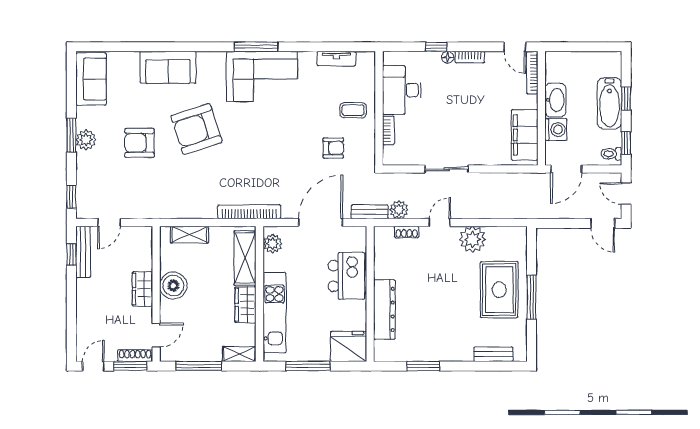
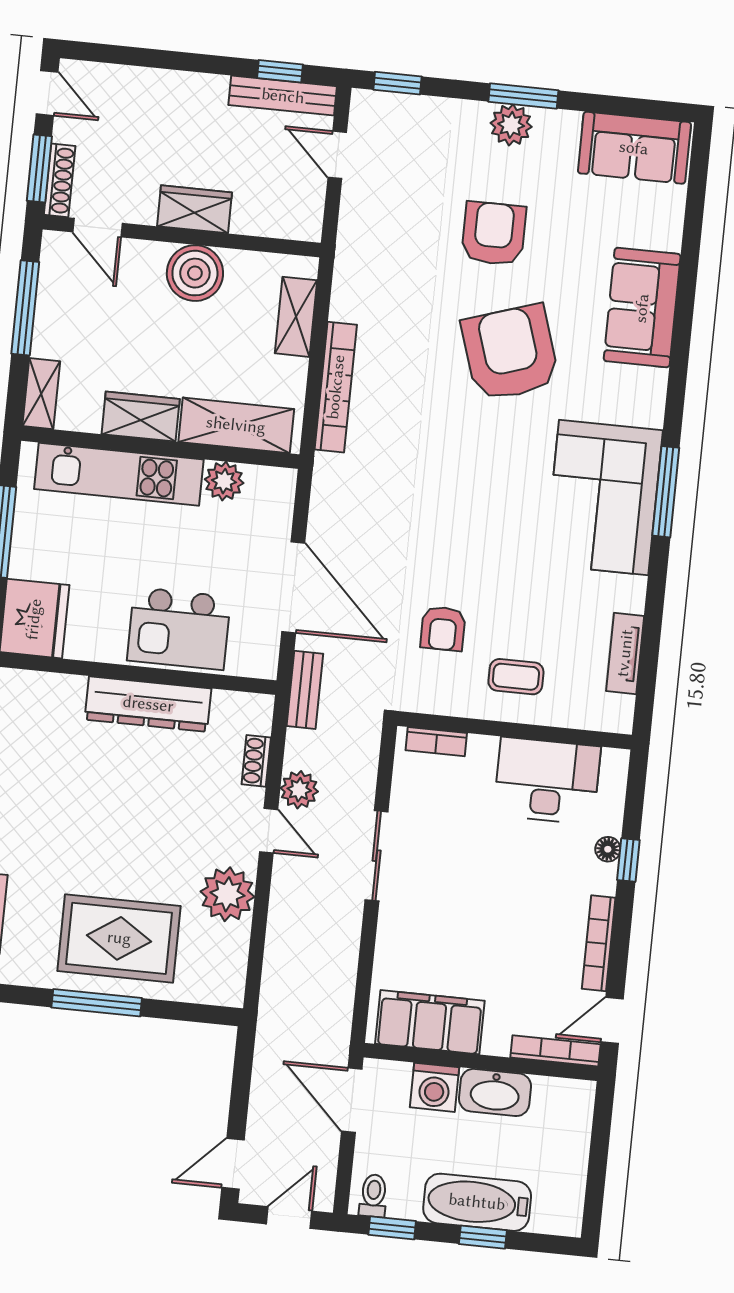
floor lamp: (448, 57) -> (608, 849), moved
bookcase: (470, 57) -> (599, 943), width x1.56
coffee table: (353, 110) -> (516, 677), turned 90
bookcase: (388, 130) -> (436, 742), moved
plant: (399, 210) -> (299, 790), moved
bookcase: (249, 212) -> (336, 387), moved
plant: (273, 244) -> (224, 481), moved
dresser: (384, 309) -> (148, 704), moved

